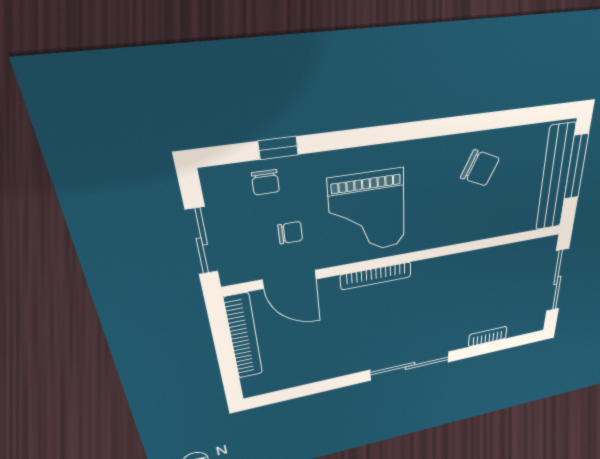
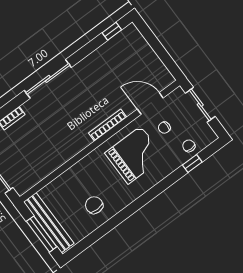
chair: (480, 168) -> (94, 205), turned 65
grand piano: (367, 213) -> (135, 155), turned 90
bookcase: (244, 337) -> (154, 61), removed
window: (283, 395) -> (112, 31), added

